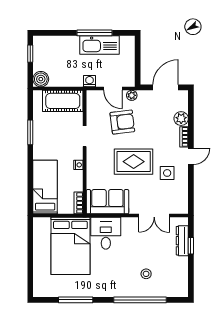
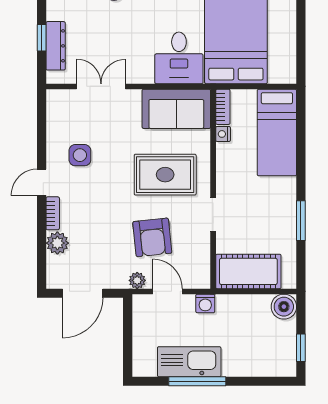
armchair: (122, 122) -> (152, 237), turned -89
rug: (134, 162) -> (165, 175), moved
nightstand: (78, 165) -> (223, 134), moved

